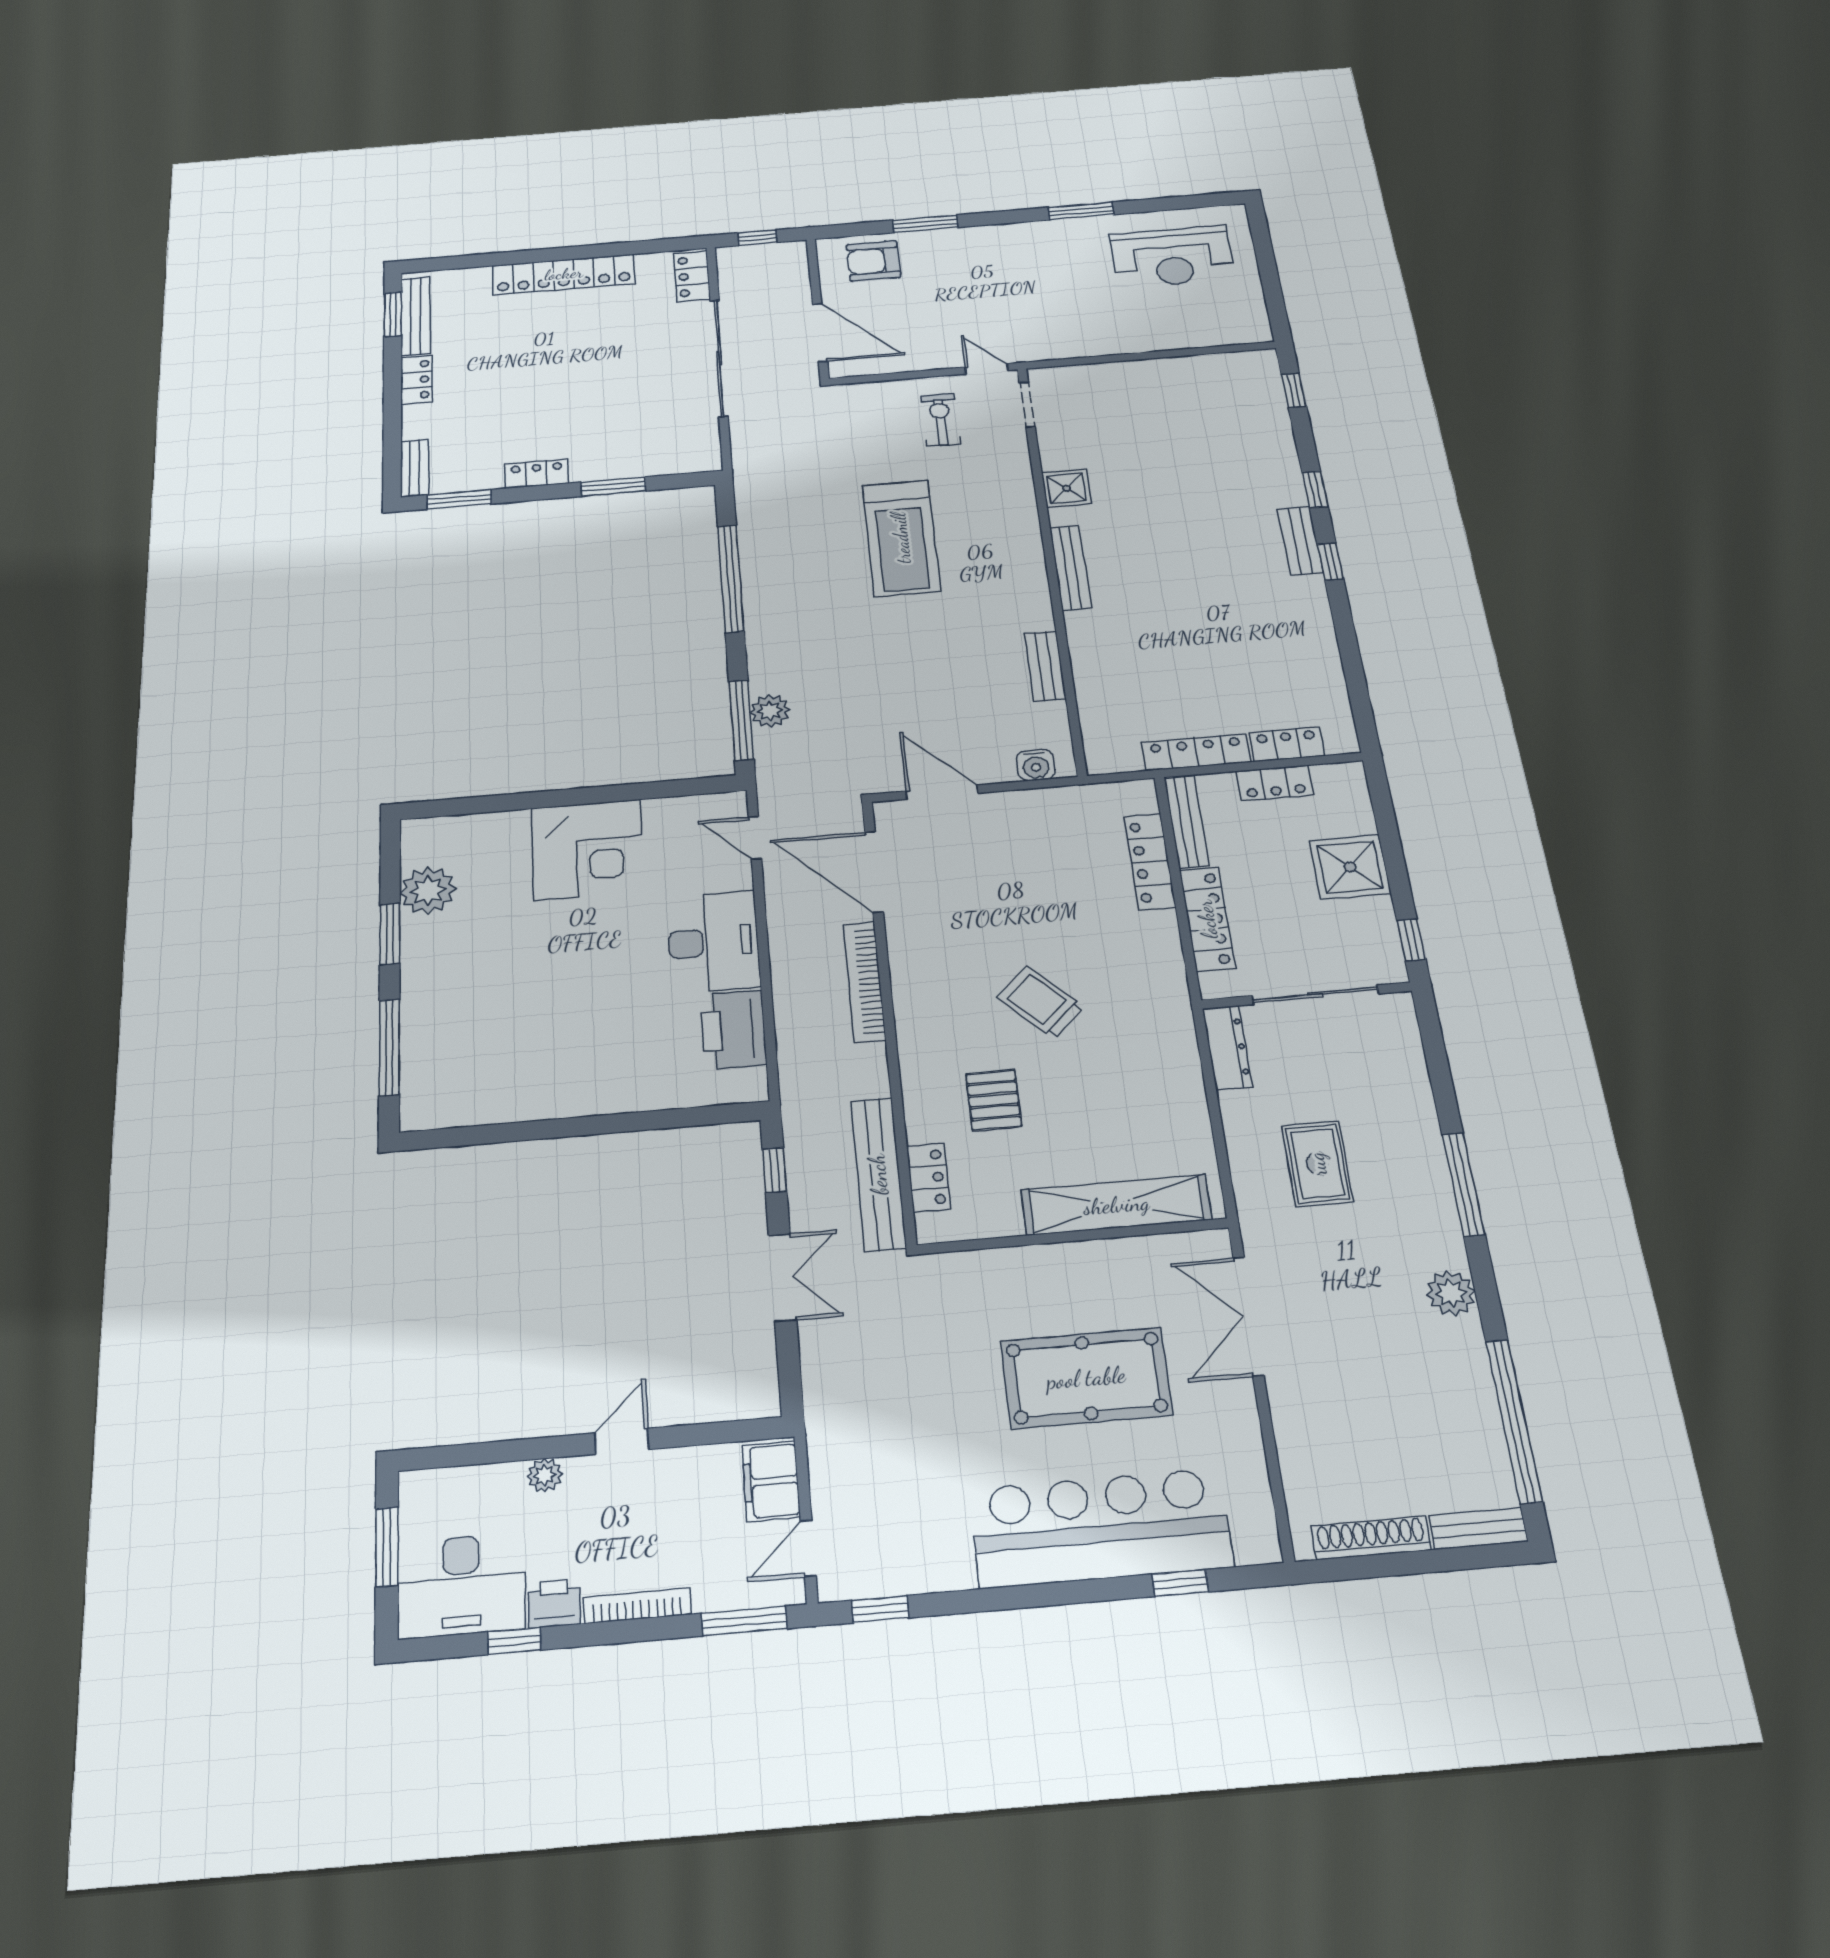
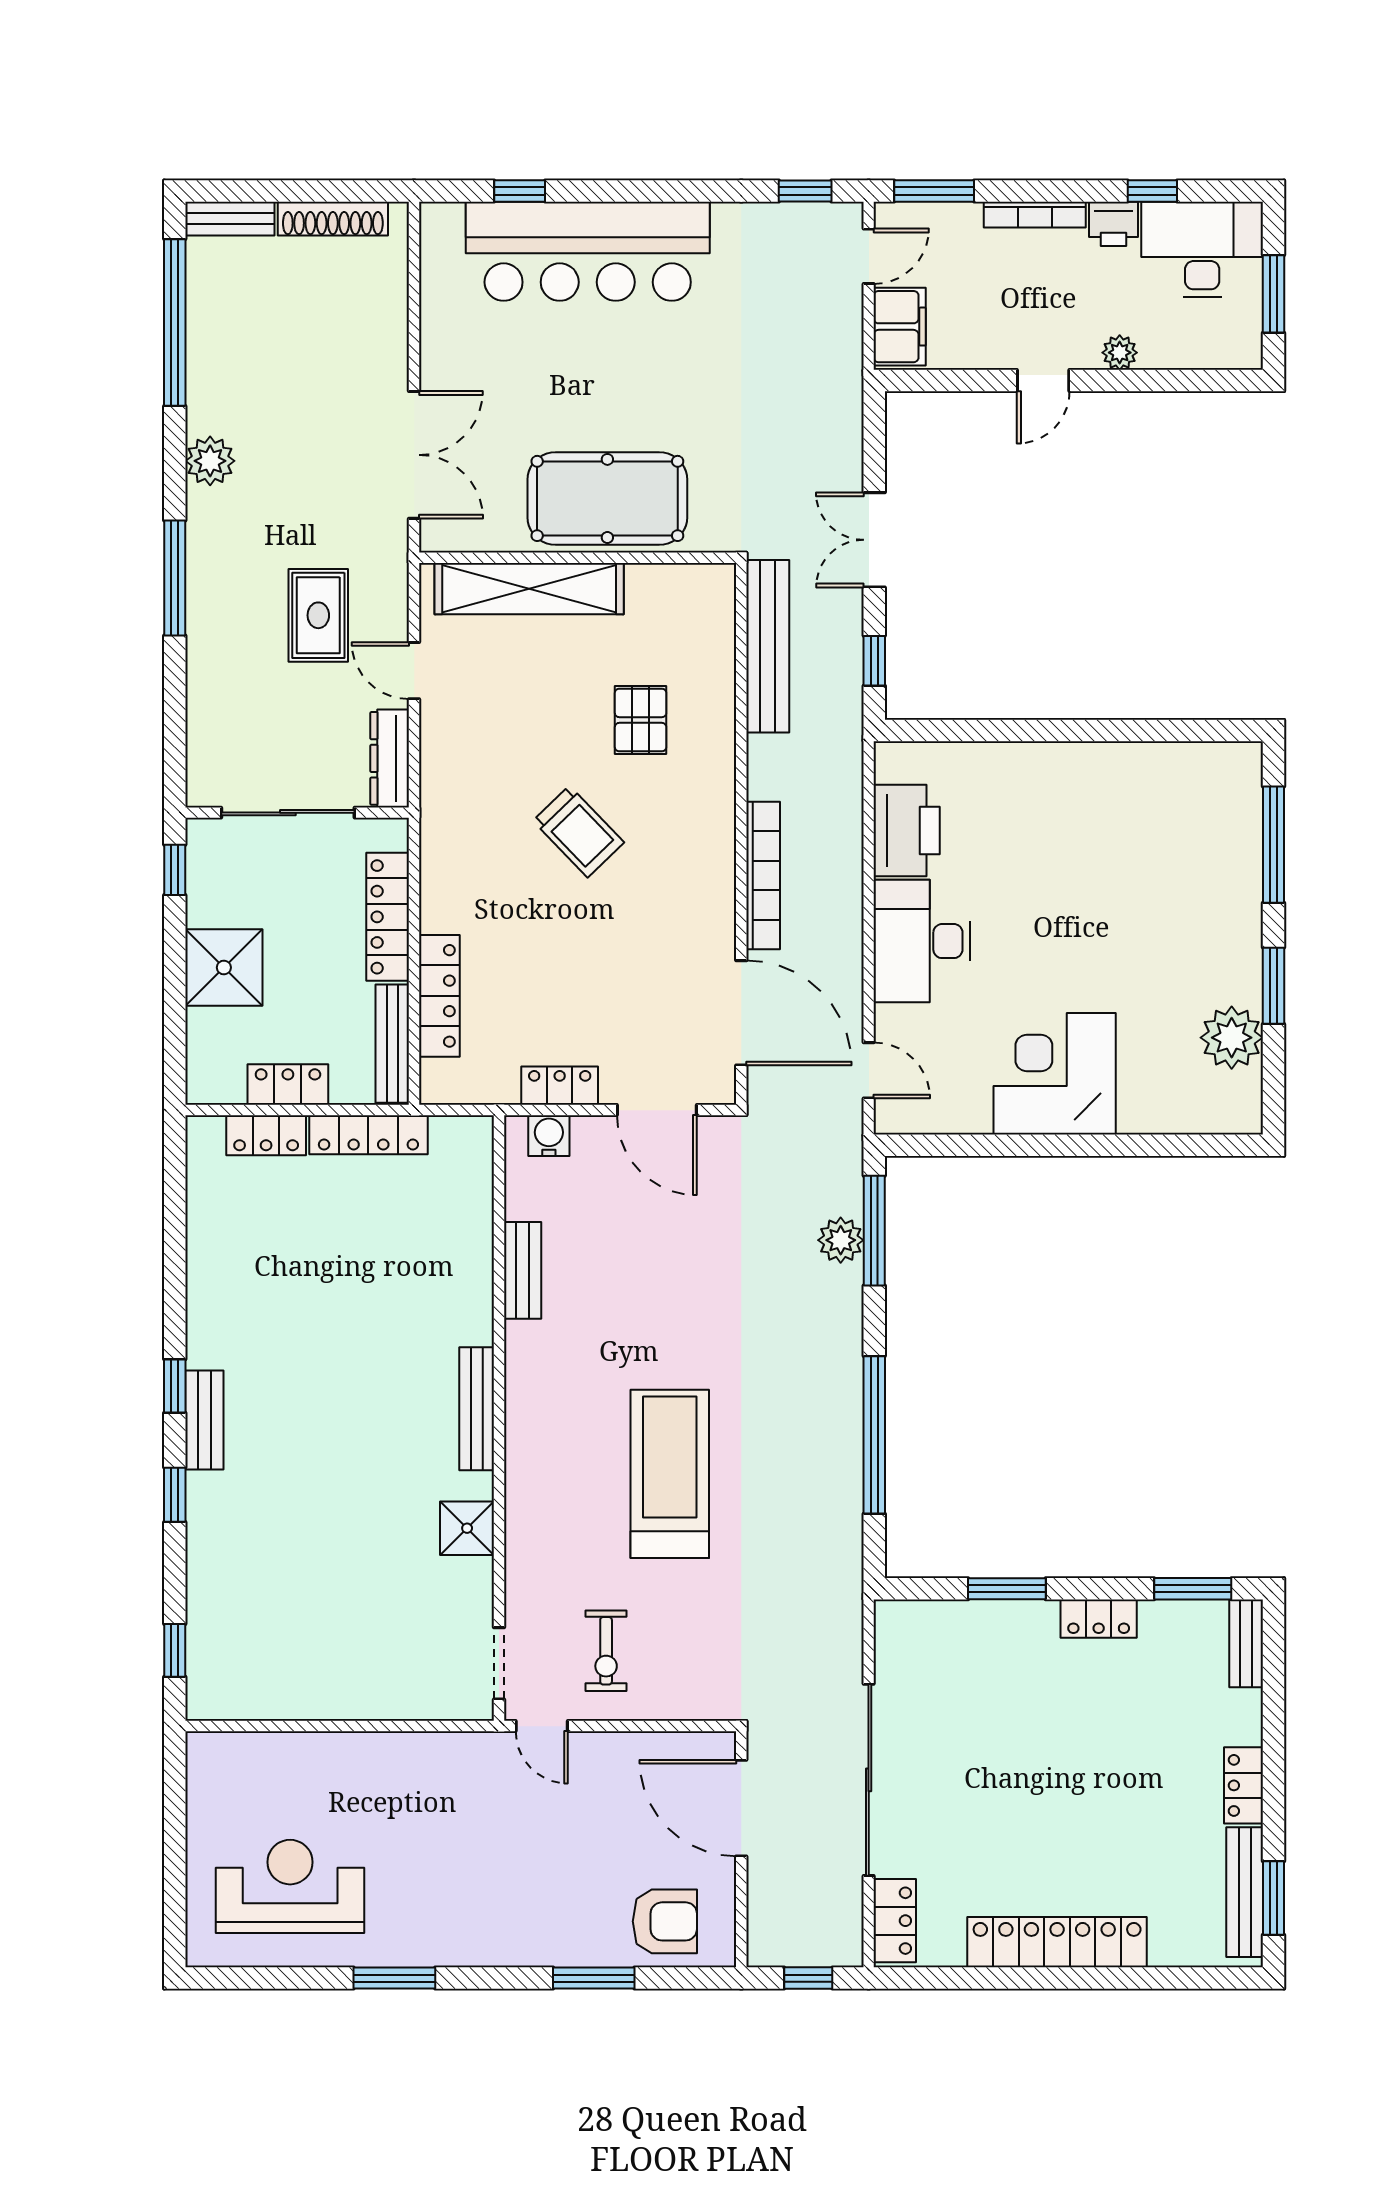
door: (1217, 1124) -> (414, 671), added
locker: (929, 1177) -> (560, 1086), moved, turned 90
pool table: (1086, 1378) -> (607, 498), moved

